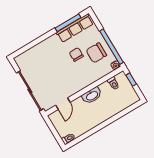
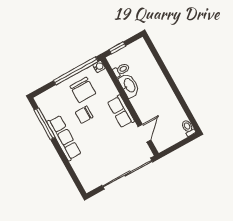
row of seats: (75, 28) -> (64, 138), moved
row of seats: (80, 84) -> (121, 111), added
washbasin: (92, 95) -> (129, 85), moved
door: (63, 104) -> (145, 133), hinge flipped

